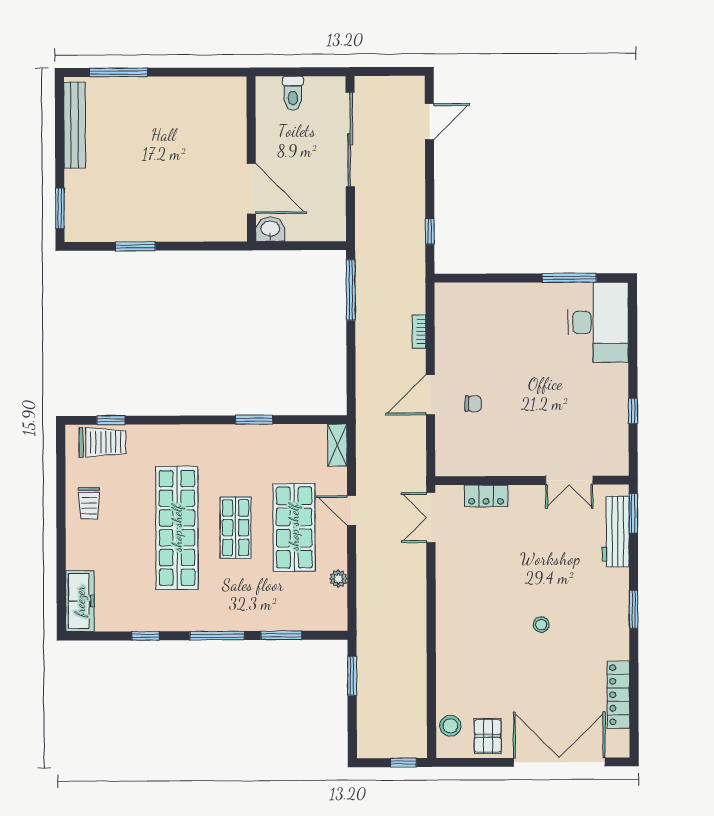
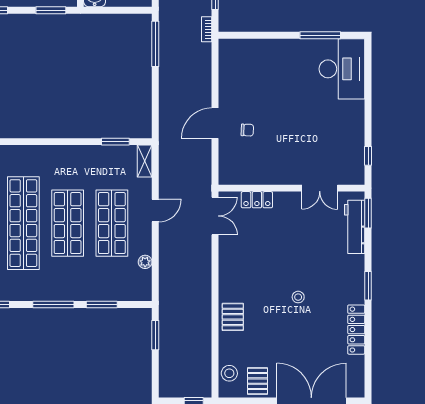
window: (213, 246) -> (51, 10), added
bookcase: (419, 332) -> (207, 29), moved
window: (633, 411) -> (368, 156), moved
window: (254, 420) -> (115, 142), moved
door: (352, 511) -> (155, 211), swing flipped
double door: (431, 518) -> (215, 216), swing flipped
shop shelf: (236, 528) -> (68, 223), width x1.43, depth x1.36
pallet: (455, 651) -> (233, 317), added
locker: (618, 695) -> (356, 330), moved

